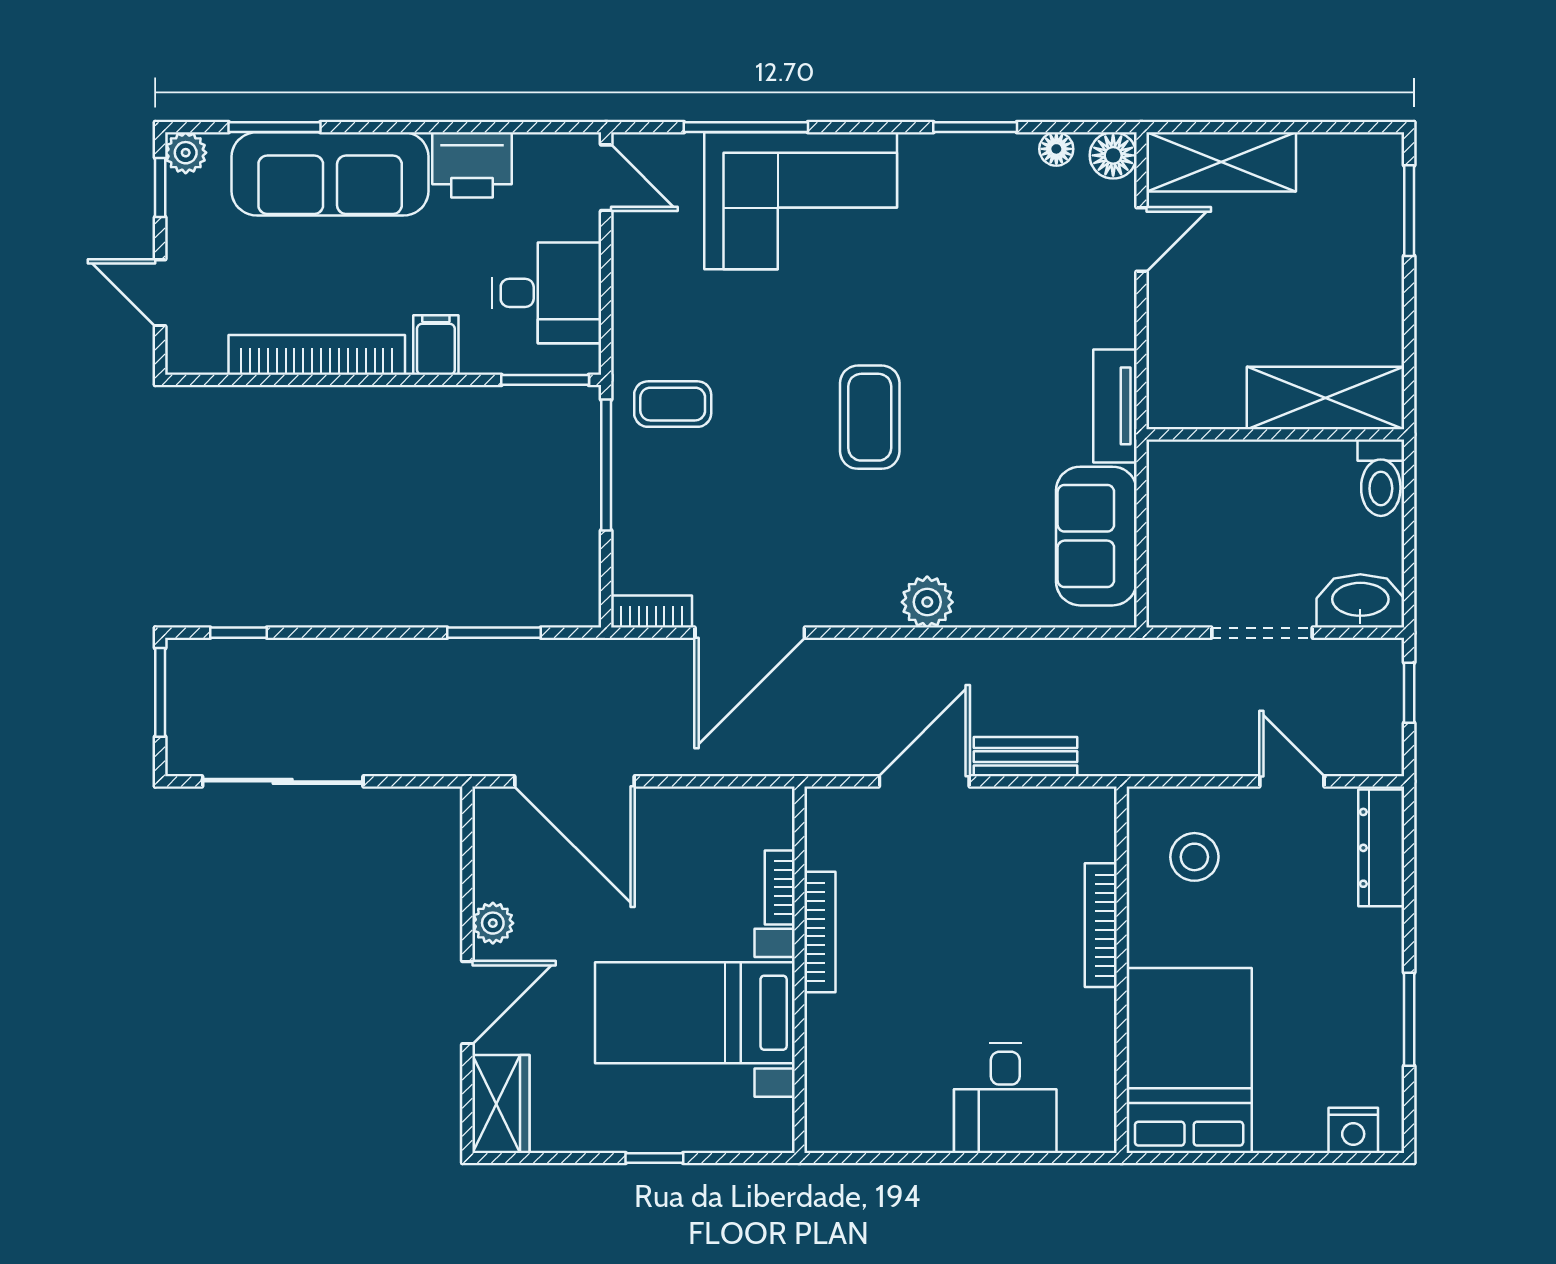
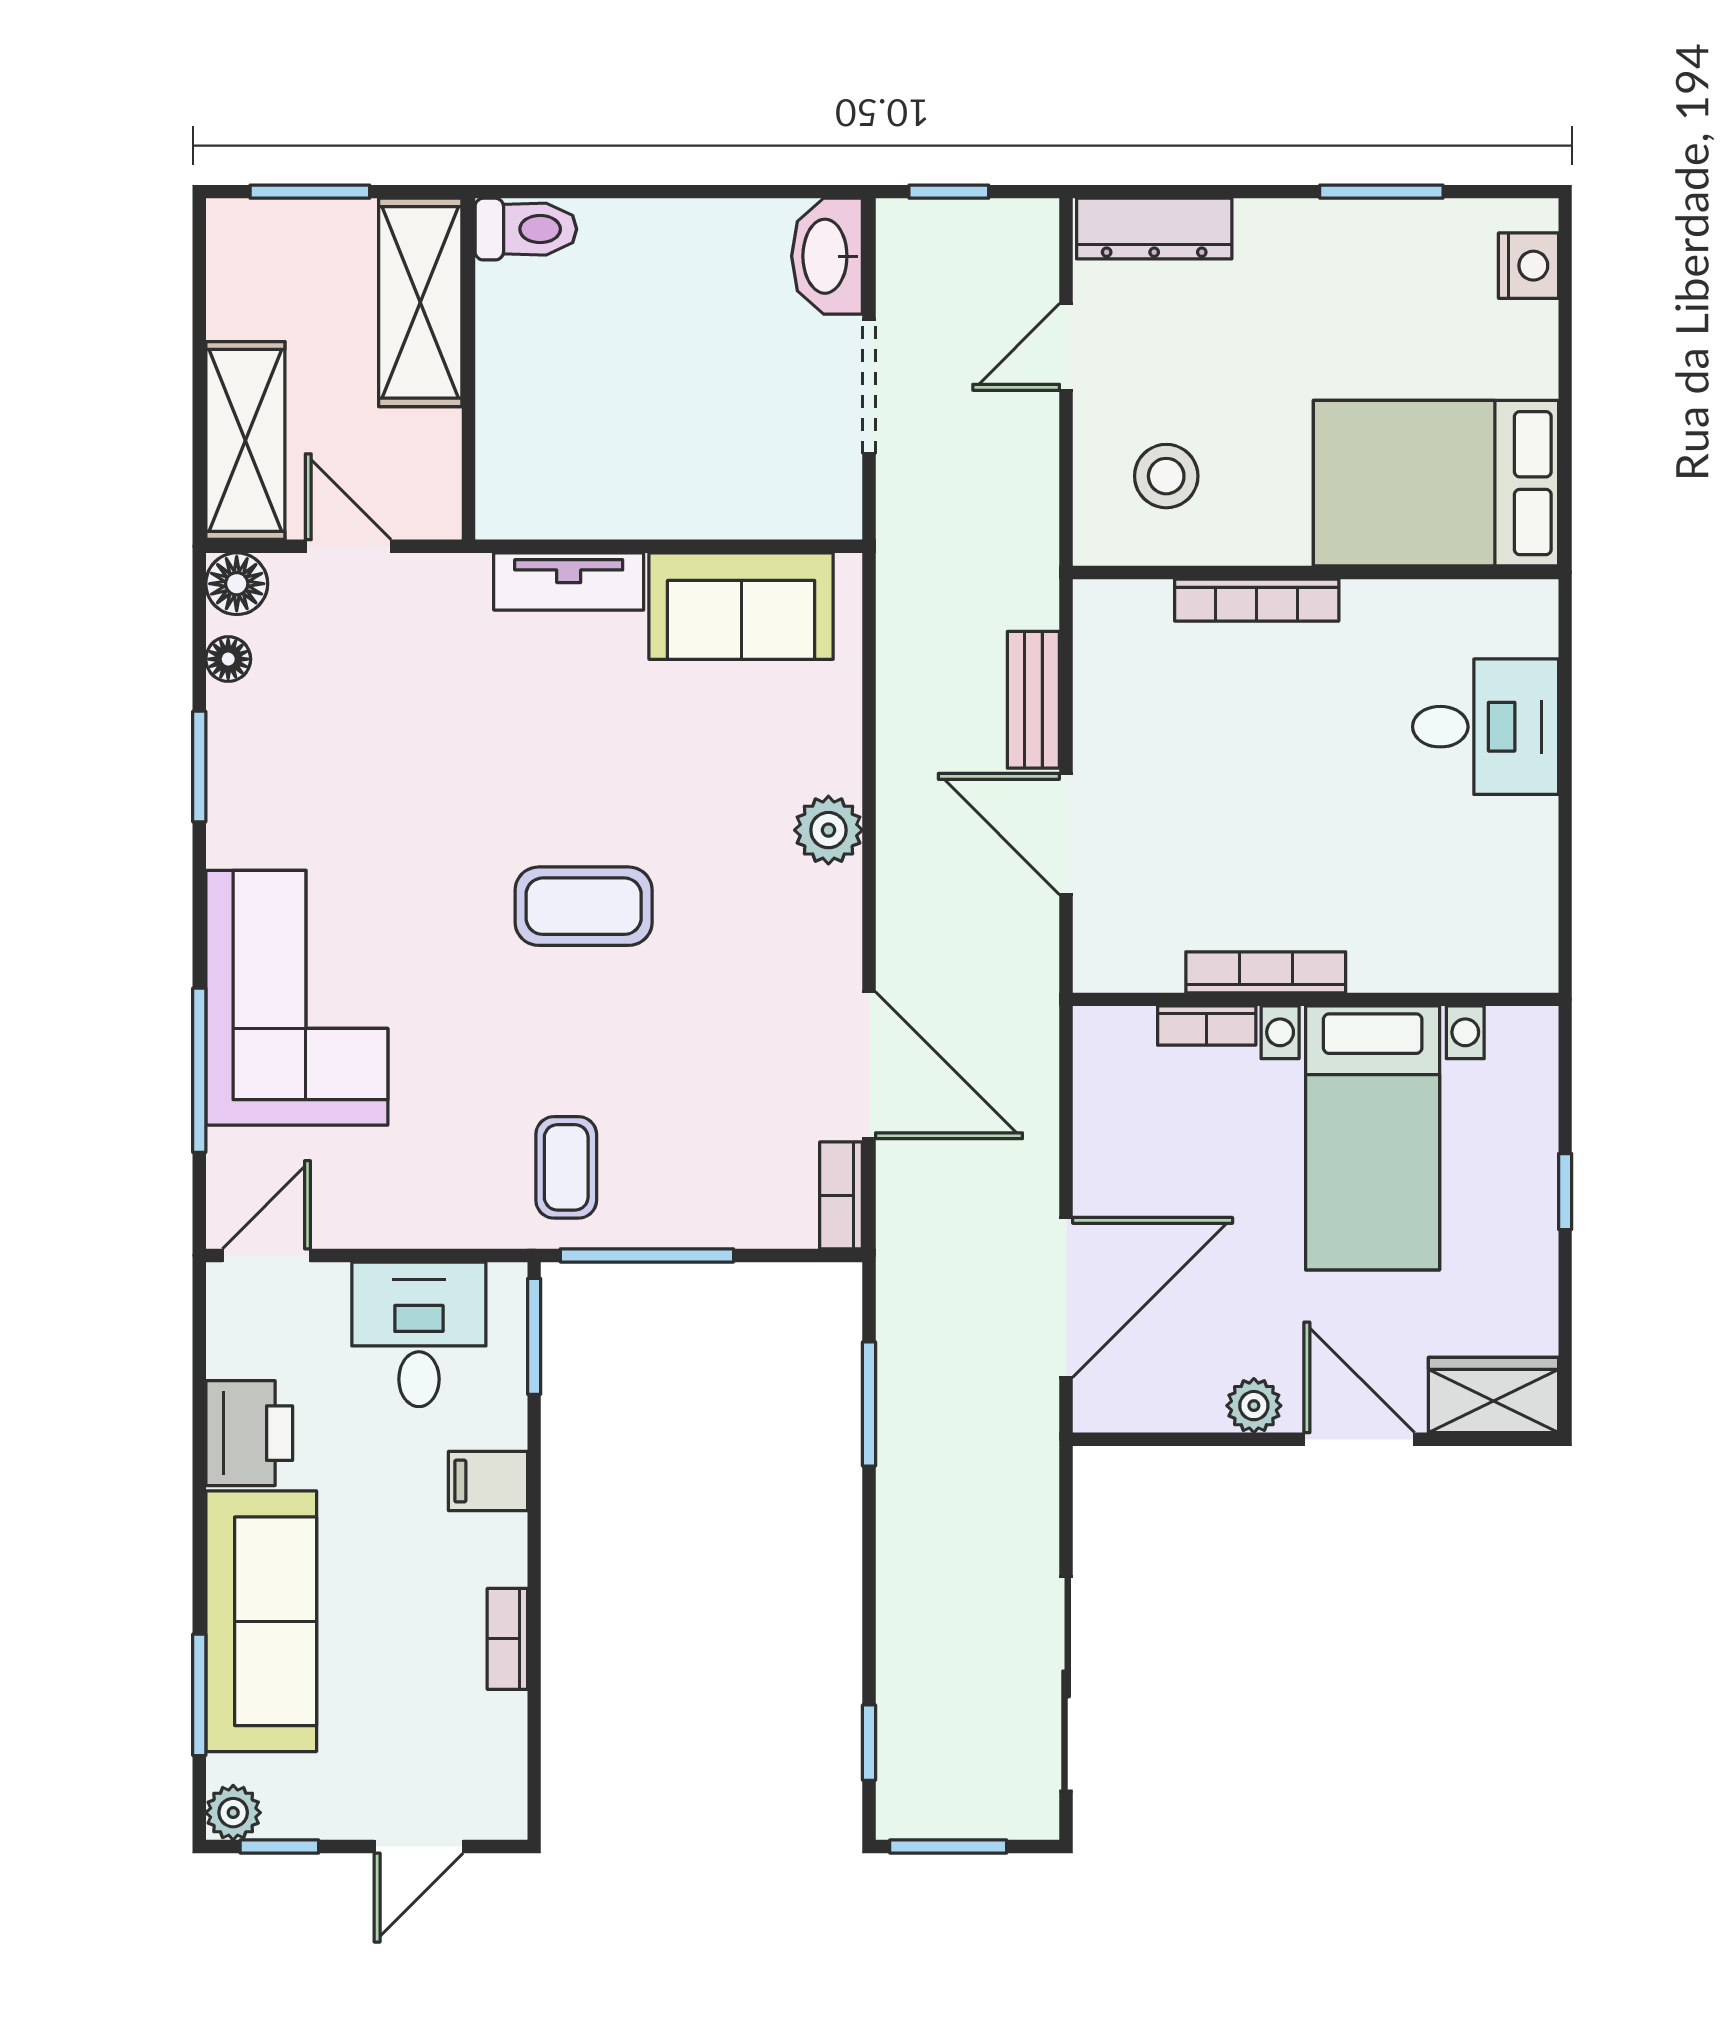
bookcase: (317, 355) -> (507, 1639), width x0.43, depth x0.76
shelving: (1326, 398) -> (420, 302), moved
wall: (1275, 434) -> (468, 369), moved
toilet: (1381, 478) -> (526, 229), moved

